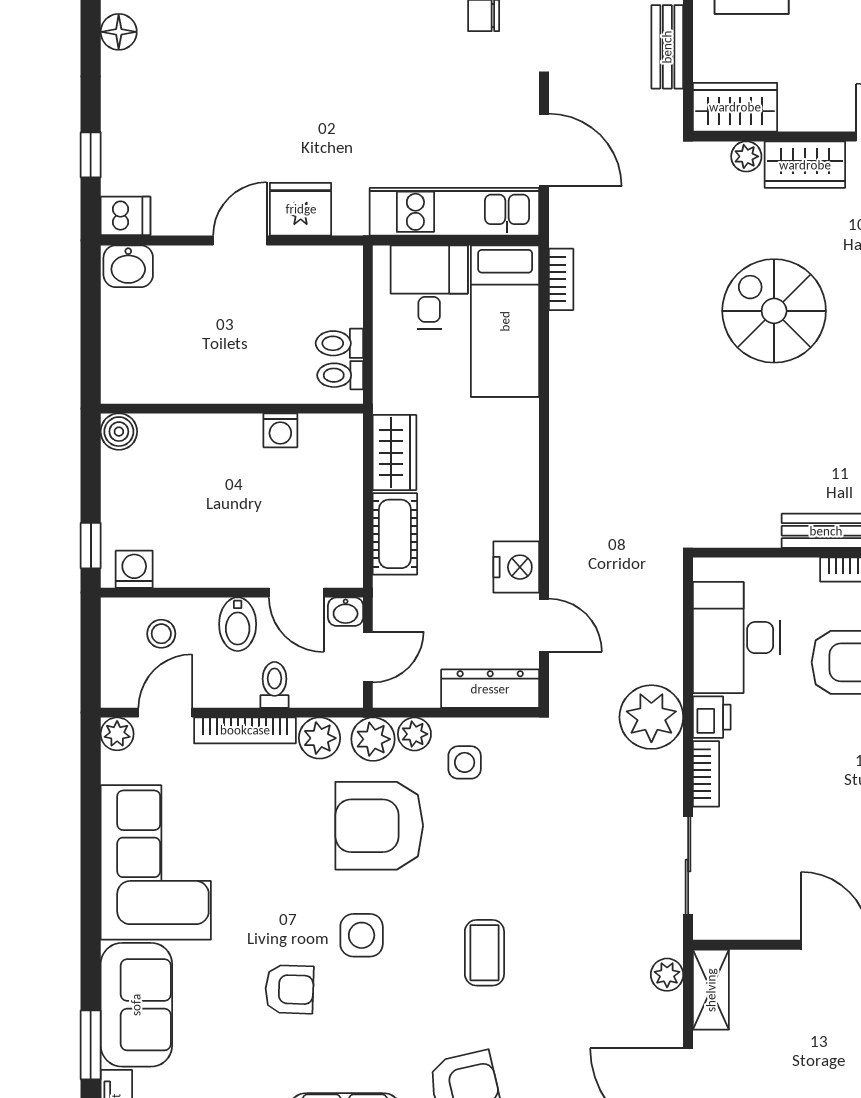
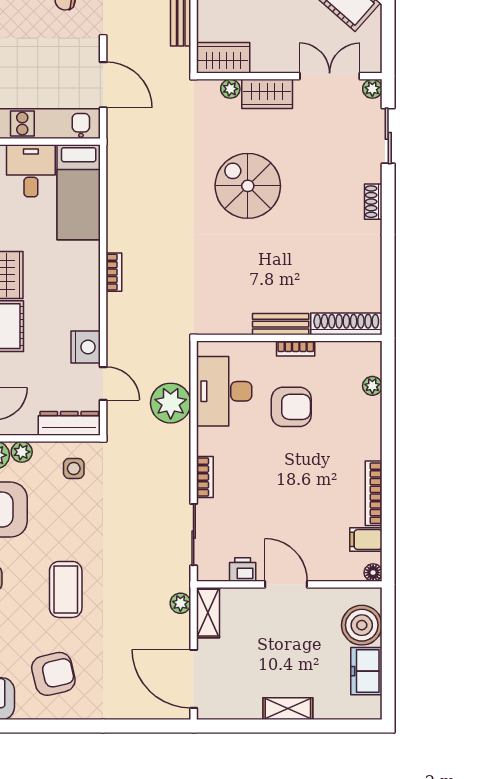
bookcase: (561, 279) -> (114, 272), moved
plant: (651, 717) -> (171, 403), moved
printer: (712, 717) -> (243, 569), moved, turned -90
side table: (465, 762) -> (74, 468), moved
coffee table: (484, 953) -> (66, 589), width x1.36, depth x1.30

